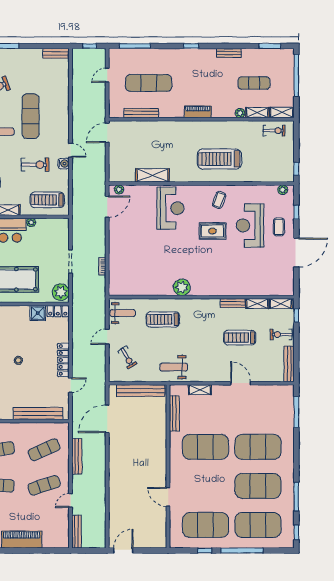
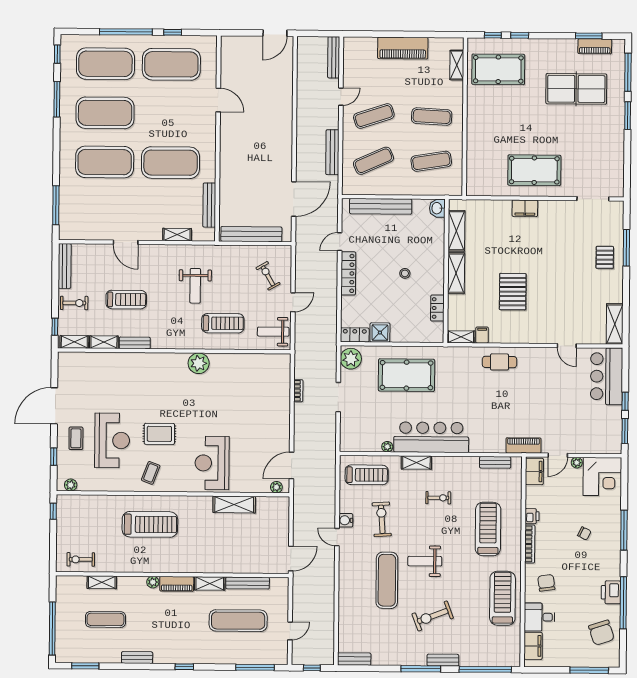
shelving: (282, 112) -> (210, 583), moved
plant: (240, 113) -> (153, 582), moved
exercise bike: (35, 165) -> (382, 519), turned 86
weight bench: (174, 367) -> (195, 286), moved, turned 90

